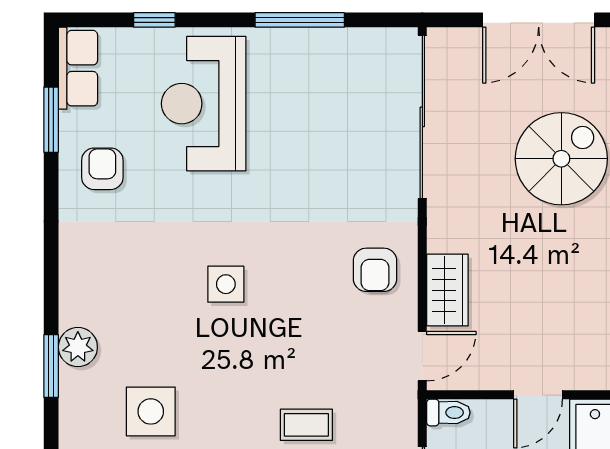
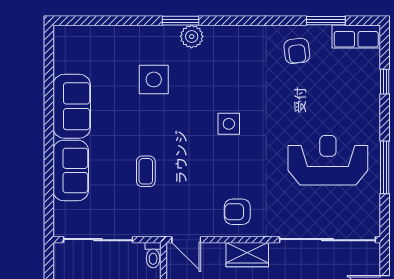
reception desk: (204, 104) -> (328, 160), moved
armchair: (102, 169) -> (297, 51), turned 83
wardrobe: (447, 290) -> (247, 255), moved

